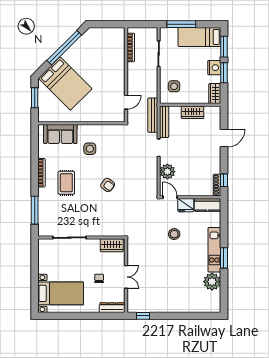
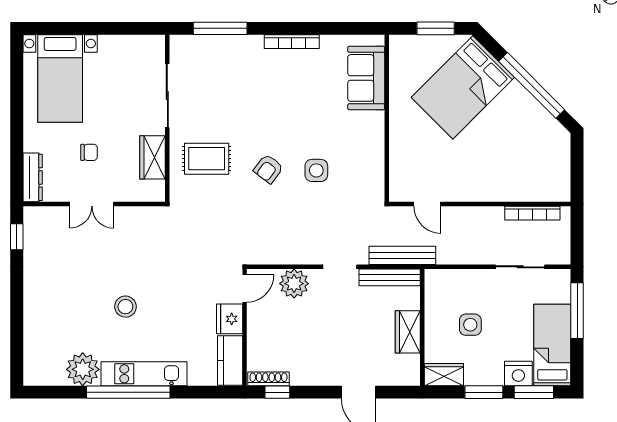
nightstand: (214, 68) -> (518, 373), moved
side table: (174, 86) -> (470, 325), moved
side table: (90, 149) -> (316, 170), moved
rug: (66, 183) -> (207, 159), moved
stool: (174, 234) -> (125, 307), moved
wardrobe: (112, 245) -> (153, 157), moved
window: (224, 258) -> (128, 392), width x2.11

